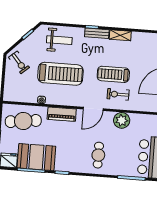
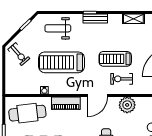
shelving: (120, 35) -> (133, 19), moved
weight bench: (59, 40) -> (58, 28), turned 180
treadmill: (60, 74) -> (62, 62), turned 180

